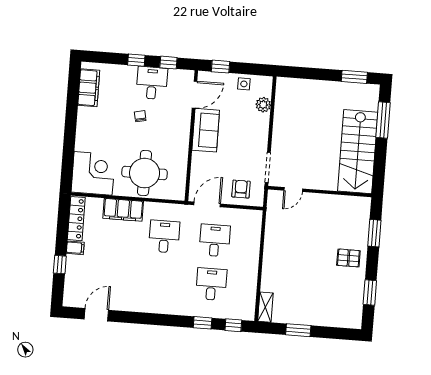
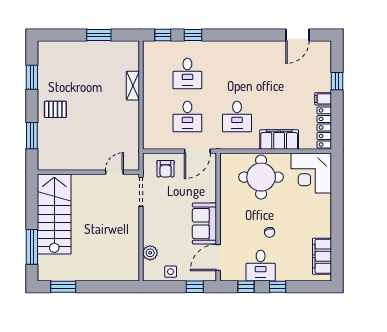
shelving: (265, 307) -> (133, 86), moved

